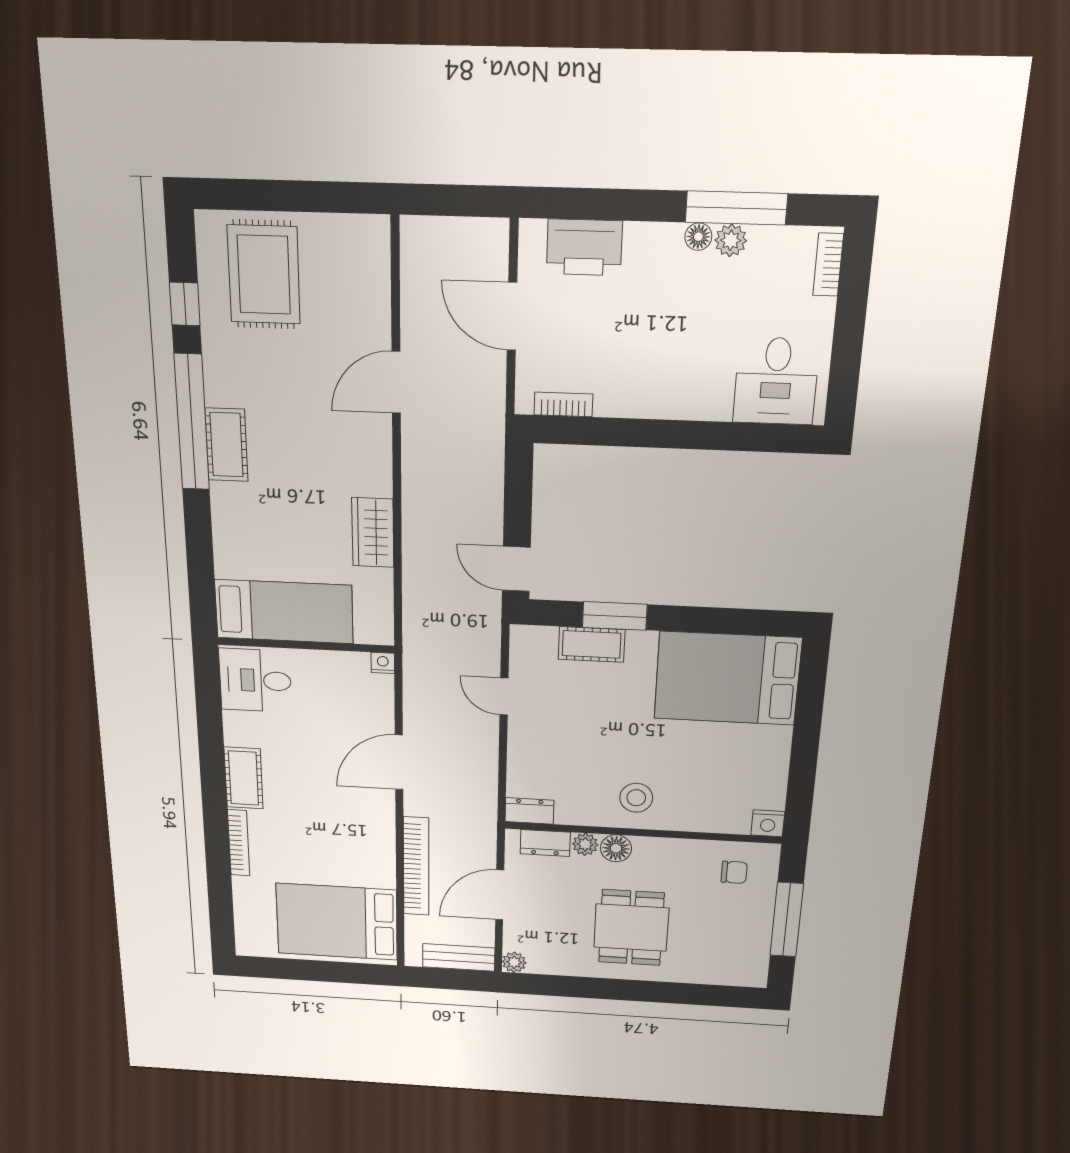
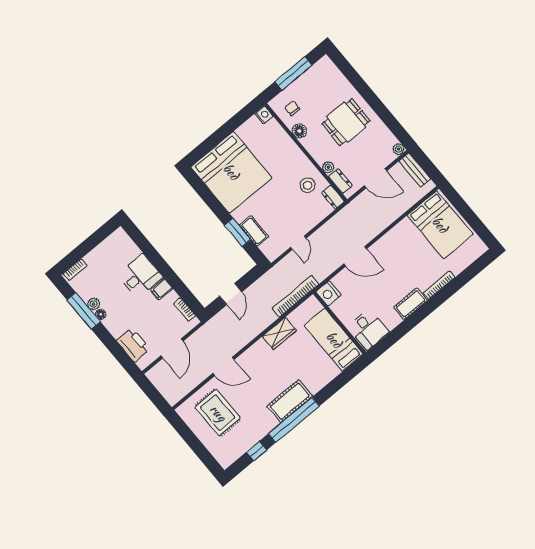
rug: (264, 275) -> (218, 413), moved, turned 90
desk: (776, 381) -> (140, 276), moved
filing cabinet: (639, 396) -> (162, 289), added
cot: (226, 445) -> (290, 401), width x1.37, depth x1.34
door: (516, 569) -> (231, 294), moved
nightstand: (383, 663) -> (329, 293), width x1.89, depth x1.79
bed: (727, 678) -> (231, 172), width x1.36
stool: (636, 798) -> (308, 185), moved
floor lamp: (616, 848) -> (299, 131), moved
bookcase: (416, 866) -> (295, 296), moved

